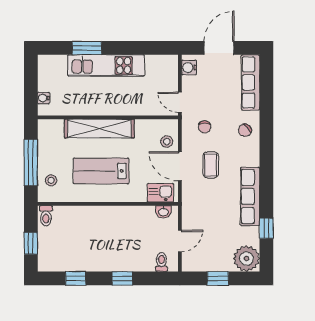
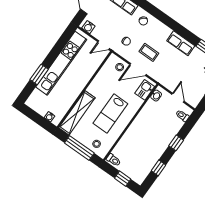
kitchen unit: (106, 65) -> (61, 63), width x1.36
shelving: (99, 129) -> (77, 113), moved
row of seats: (250, 196) -> (181, 43), width x0.68

